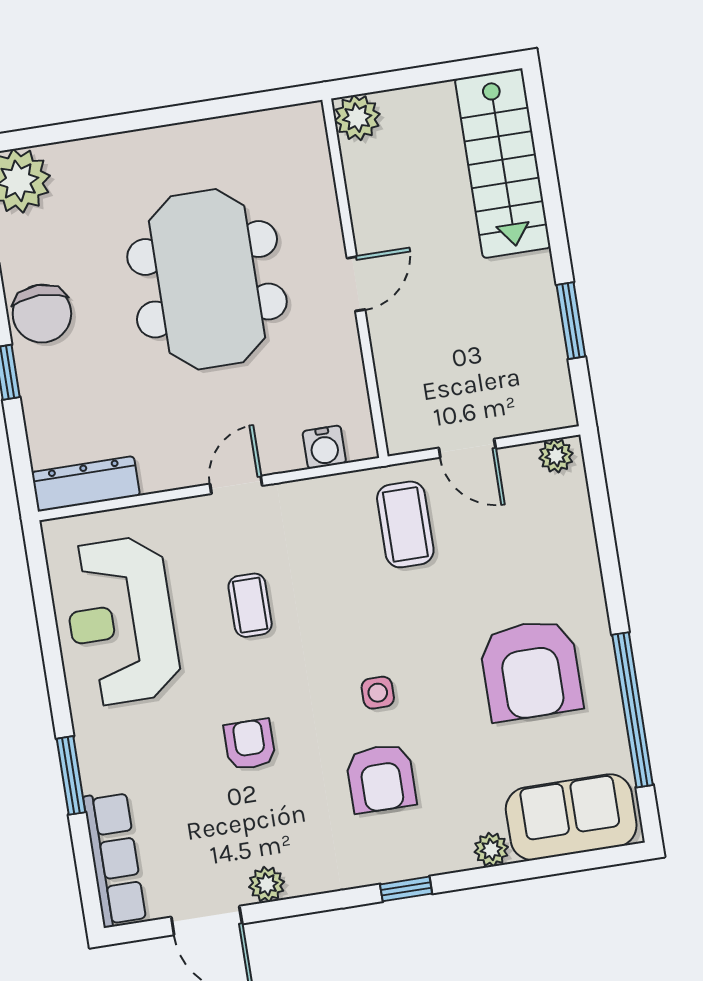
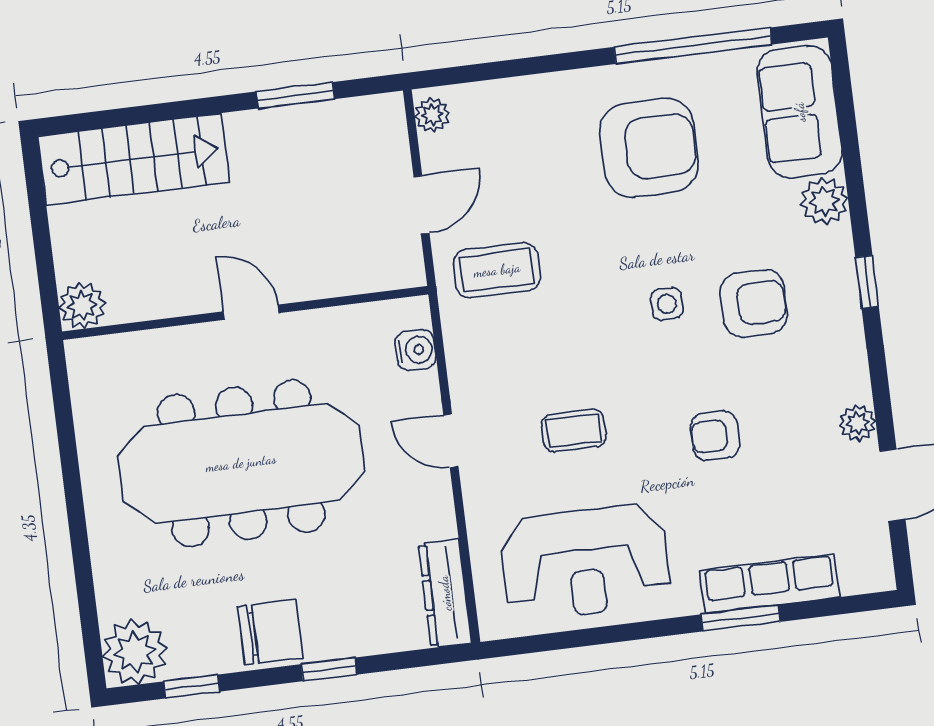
meeting table: (207, 279) -> (241, 463), width x1.36
plant: (491, 850) -> (824, 201), width x1.38, depth x1.38
row of seats: (115, 859) -> (770, 584), moved

